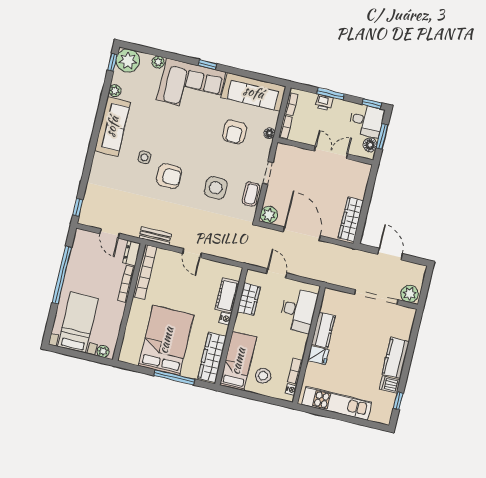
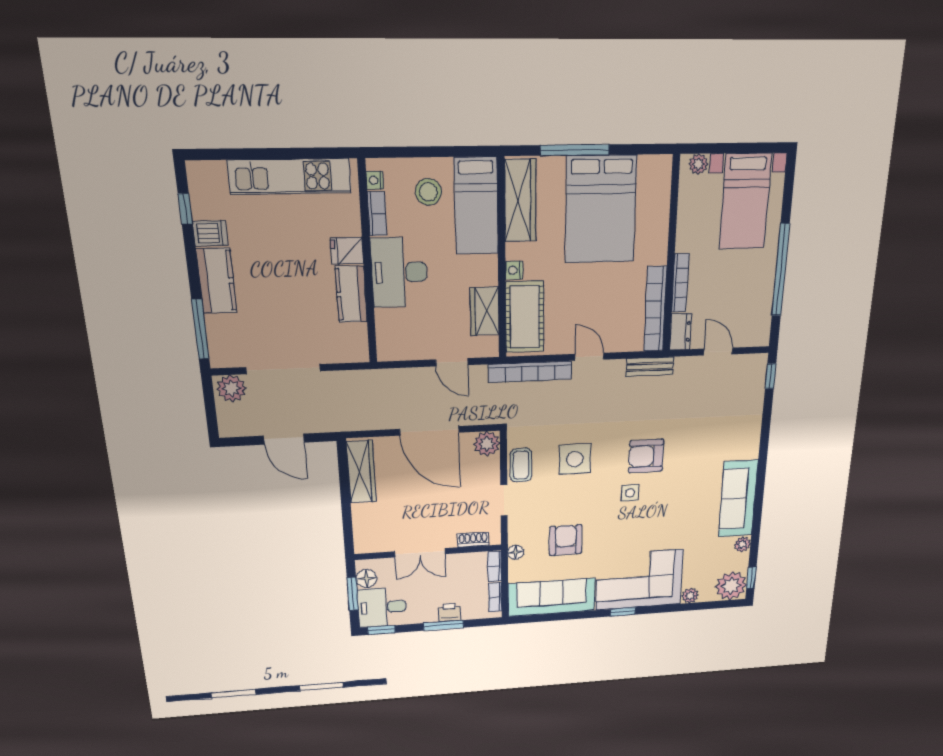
shoe rack: (295, 151) -> (473, 540), added
side table: (144, 157) -> (630, 493), moved
bookcase: (231, 254) -> (530, 372), added
cot: (227, 295) -> (525, 317), width x1.37, depth x1.34
desk: (298, 310) -> (399, 272), moved
window: (414, 333) -> (200, 329), added

